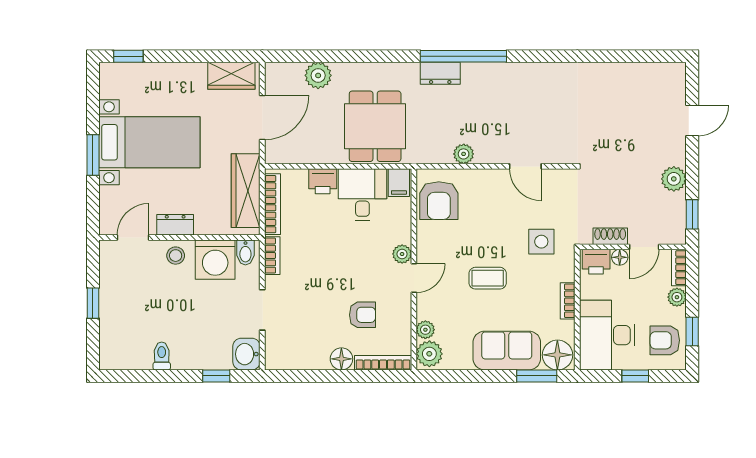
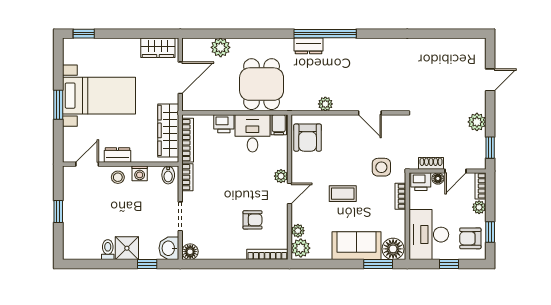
washing machine: (215, 260) -> (140, 173), width x0.53, depth x0.53
bookcase: (568, 301) -> (400, 196), moved
shower: (188, 354) -> (127, 248), added
floor lamp: (341, 359) -> (190, 252), moved

